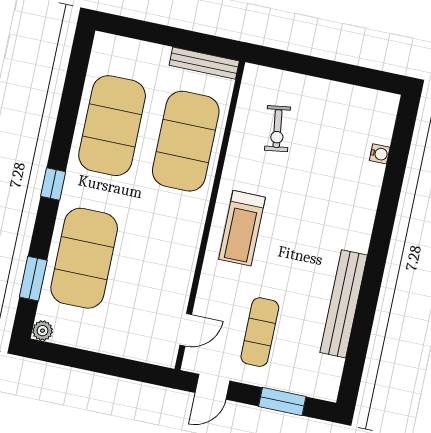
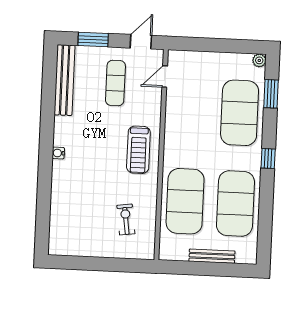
bench: (204, 63) -> (212, 256), moved
water cooler: (380, 154) -> (58, 153), moved
treadmill: (242, 228) -> (138, 150), turned 180
bench: (344, 304) -> (65, 80), moved

